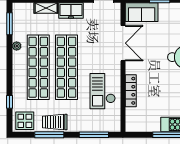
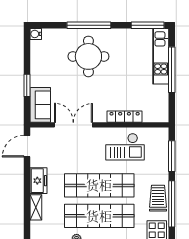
trolley: (55, 122) -> (158, 198), turned 180
window: (49, 135) -> (172, 204), width x1.46

